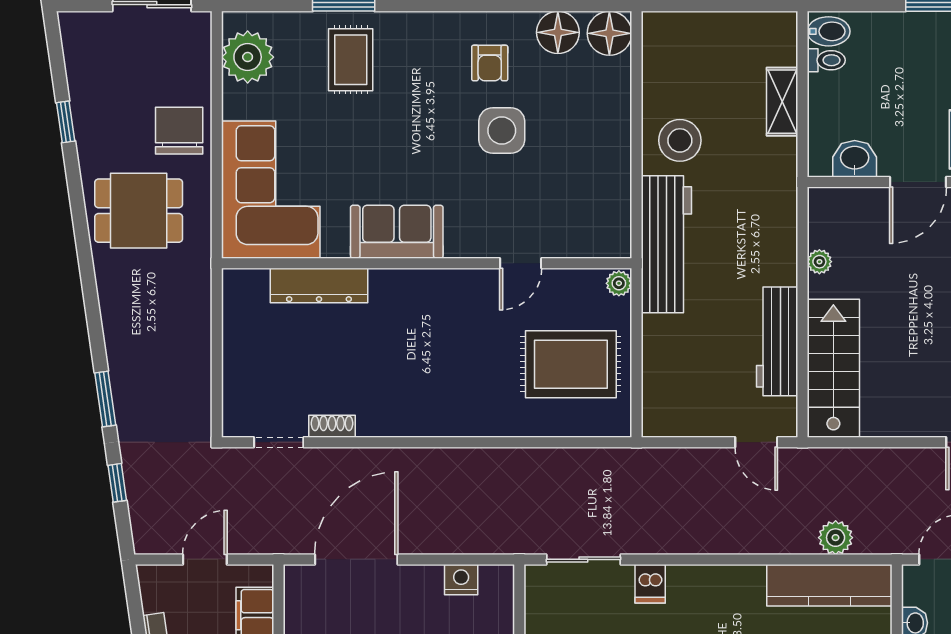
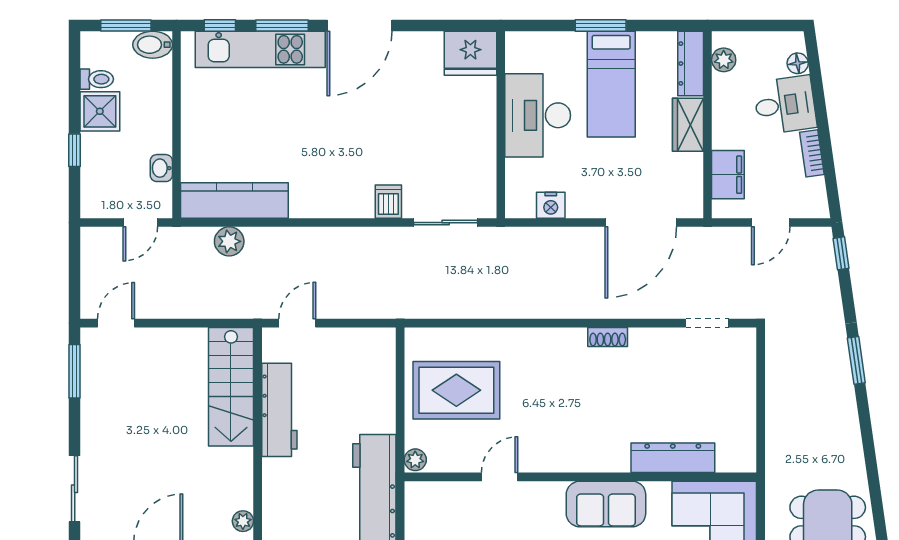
plant: (819, 262) -> (243, 521), moved
shoe rack: (332, 426) -> (608, 337), moved
door: (756, 442) -> (297, 323), hinge flipped
window: (117, 483) -> (841, 253), moved

